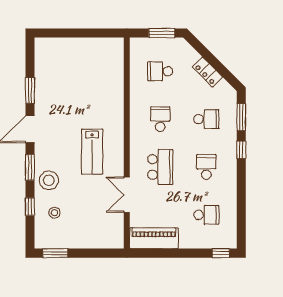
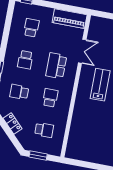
school desk: (160, 119) -> (50, 98), turned 180
school desk: (206, 215) -> (31, 28), turned 90

